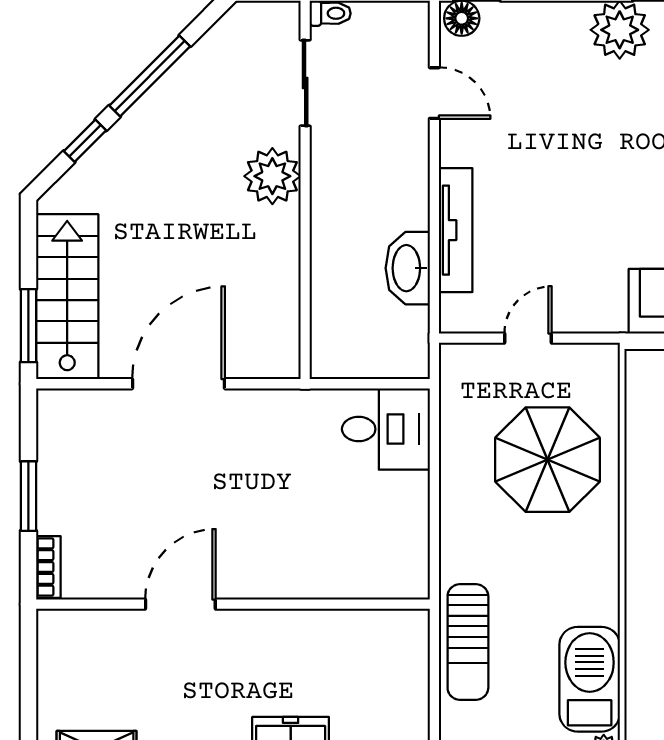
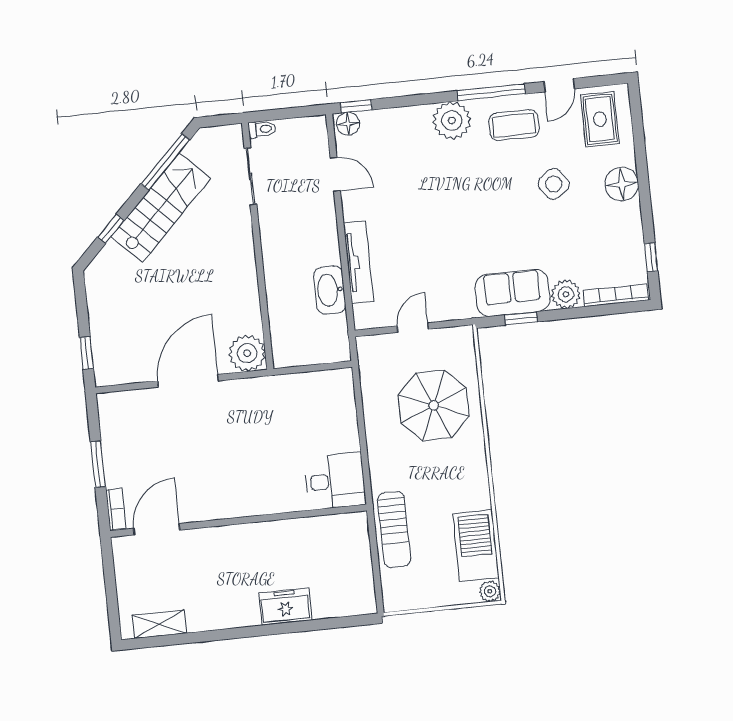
window: (150, 76) -> (165, 162), moved
plant: (272, 176) -> (247, 353), moved
stairs: (67, 297) -> (161, 207), moved, turned 45
window: (28, 326) -> (86, 353), width x0.67
desk: (386, 429) -> (335, 481), moved
door: (180, 604) -> (157, 529), moved

